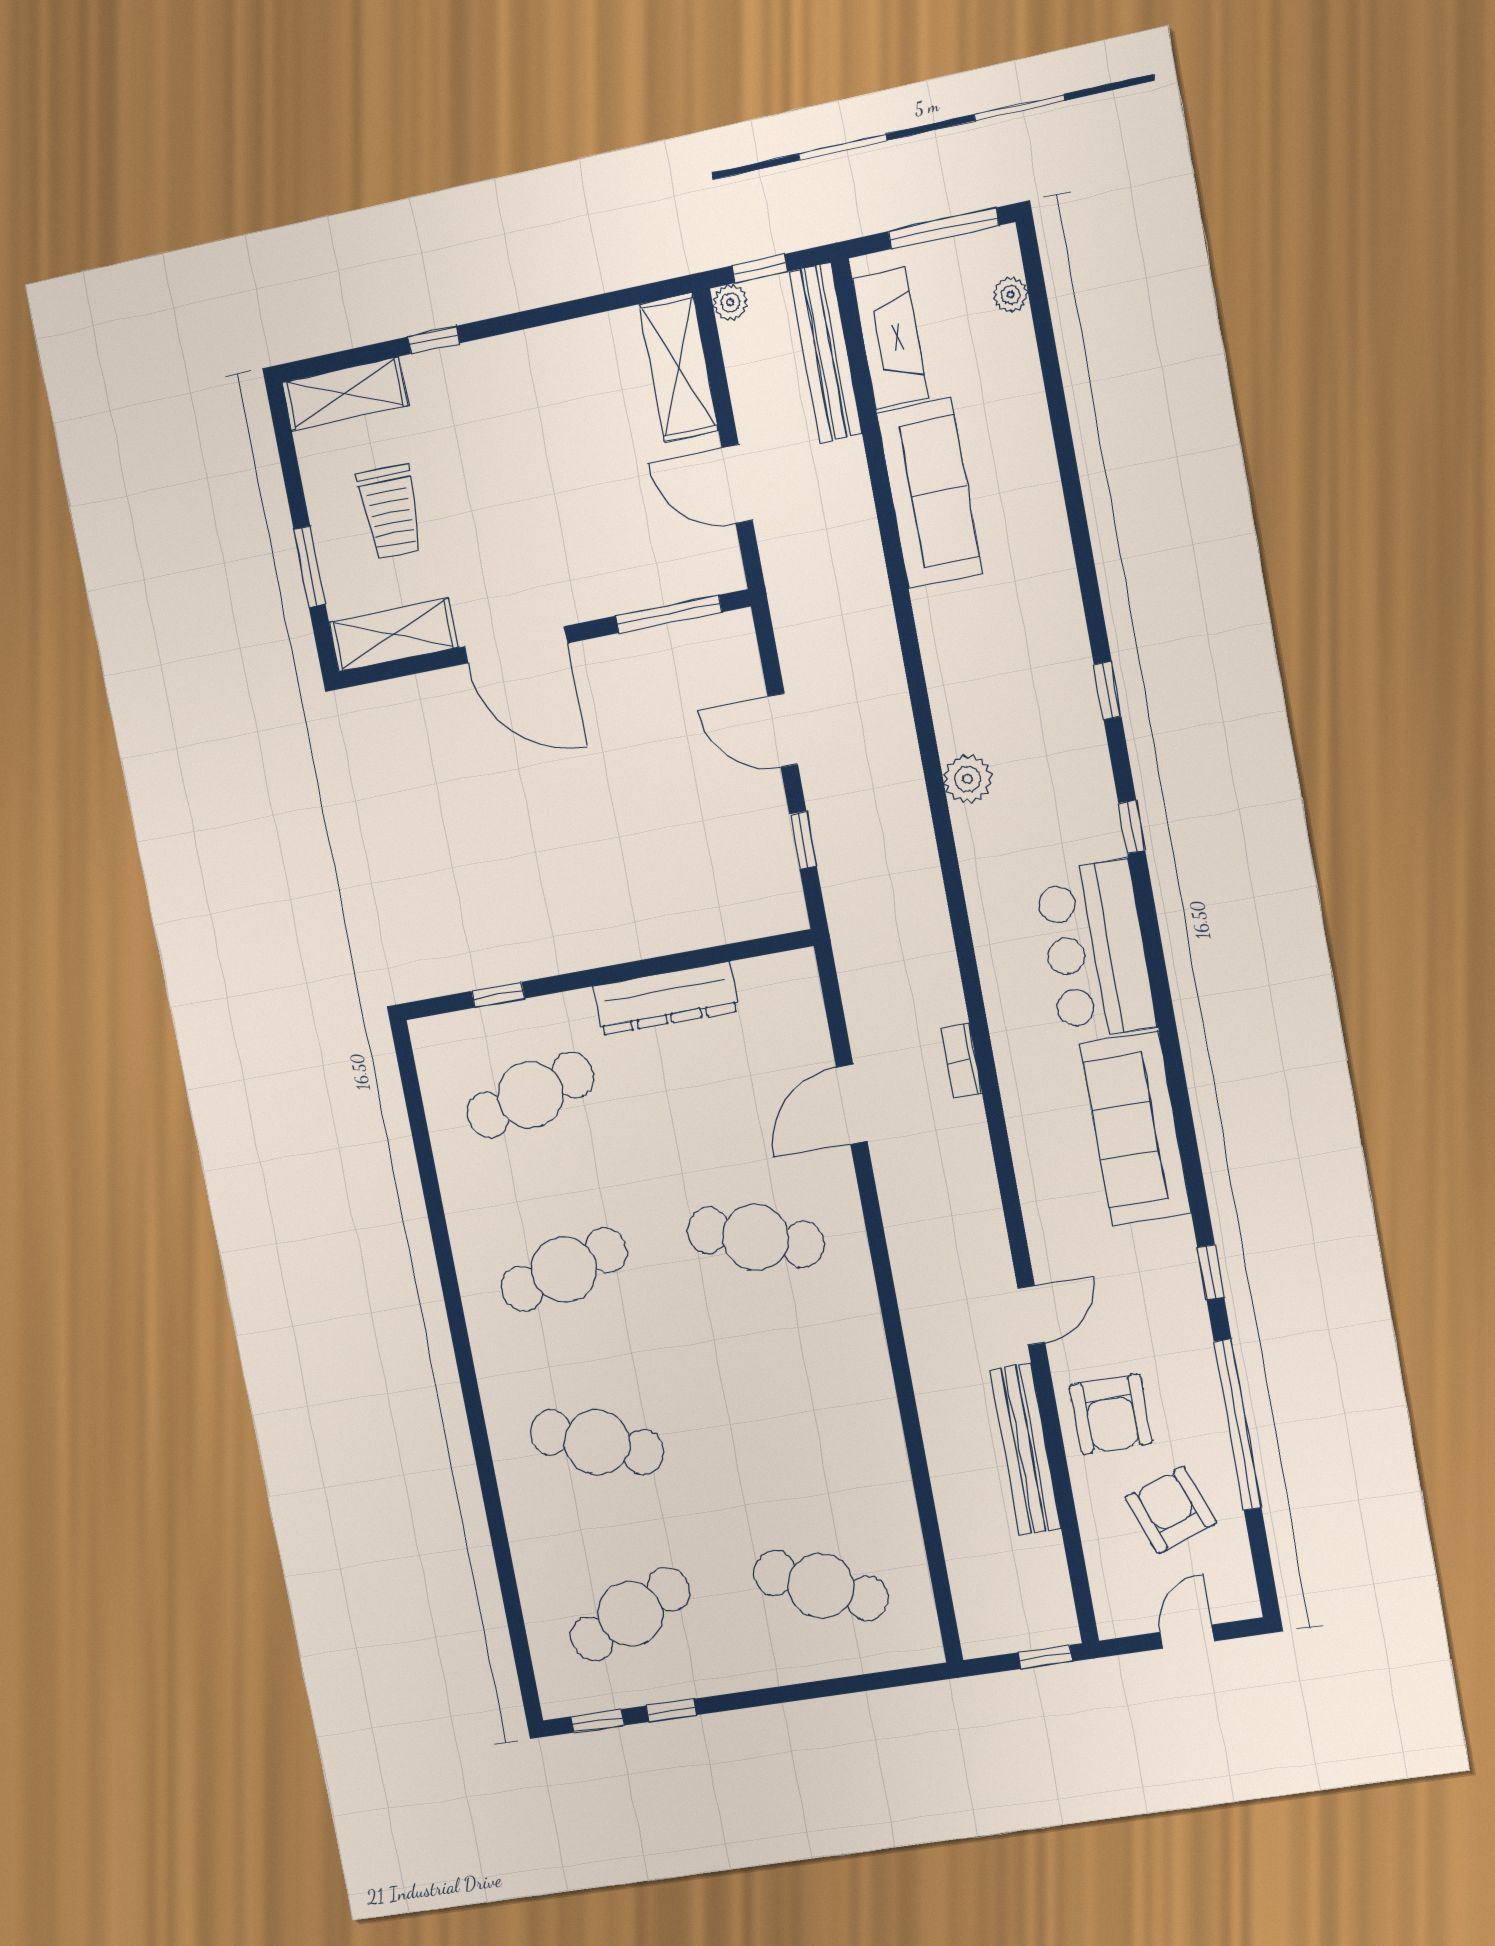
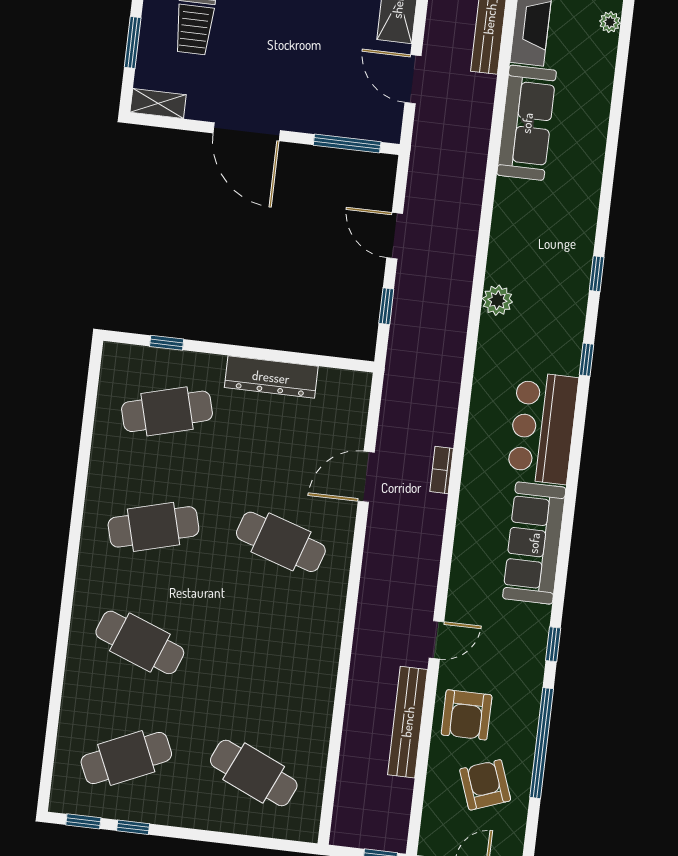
shelving: (393, 635) -> (158, 103), width x0.67, depth x0.75

